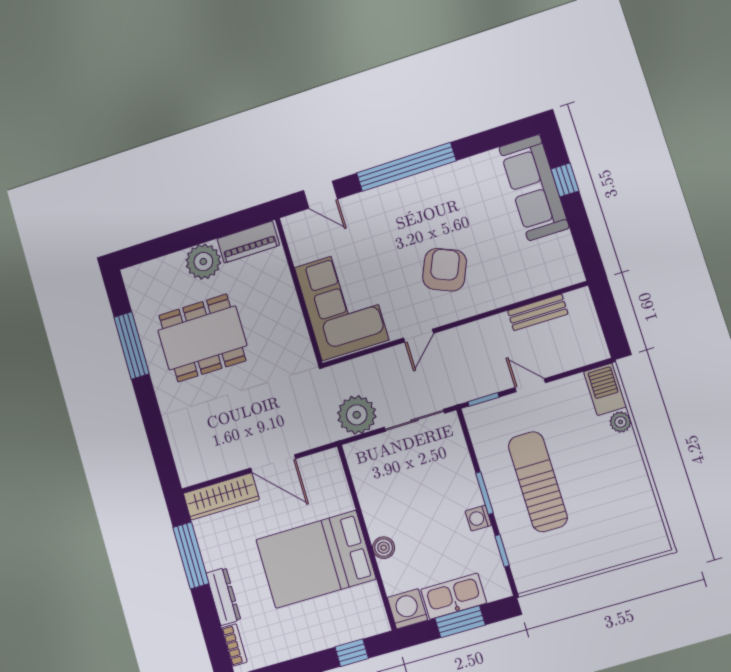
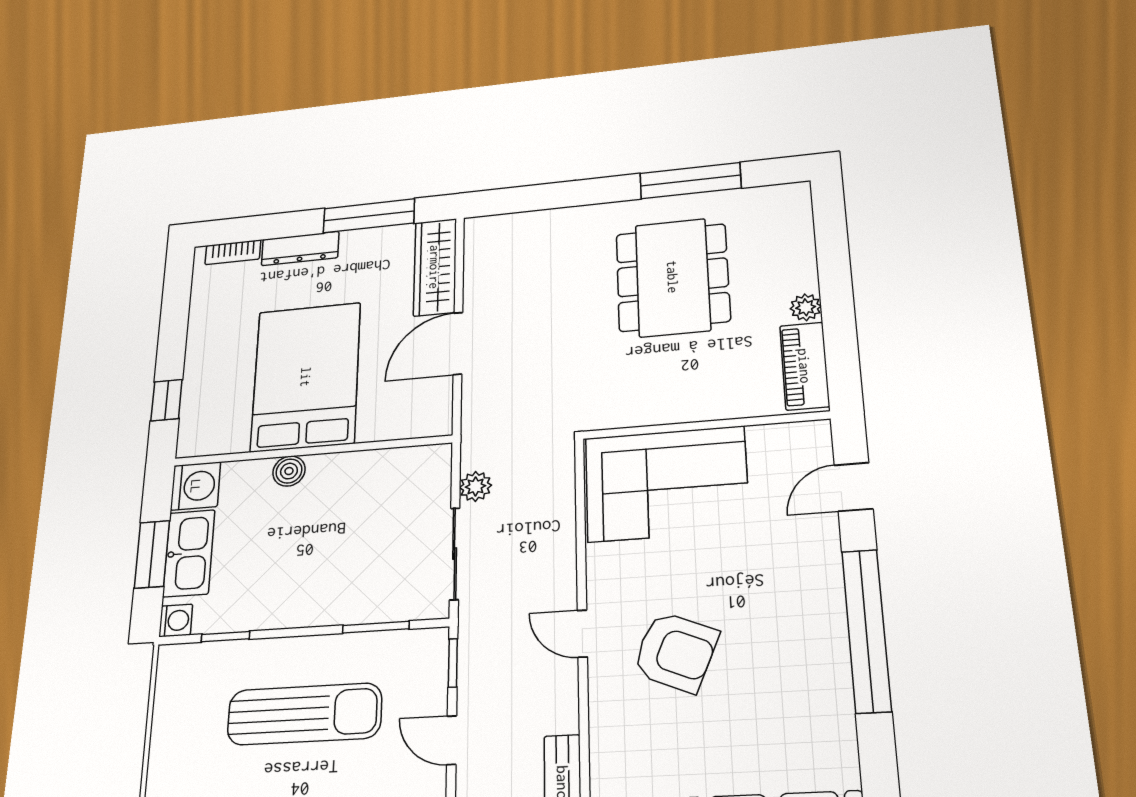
plant: (203, 262) -> (806, 307), width x0.53, depth x0.53
door: (418, 336) -> (582, 634), moved
door: (530, 385) -> (452, 740), swing flipped
plant: (357, 415) -> (476, 486), width x0.53, depth x0.53
window: (484, 493) -> (376, 627), moved
washing machine: (478, 518) -> (176, 620), moved, turned 90

